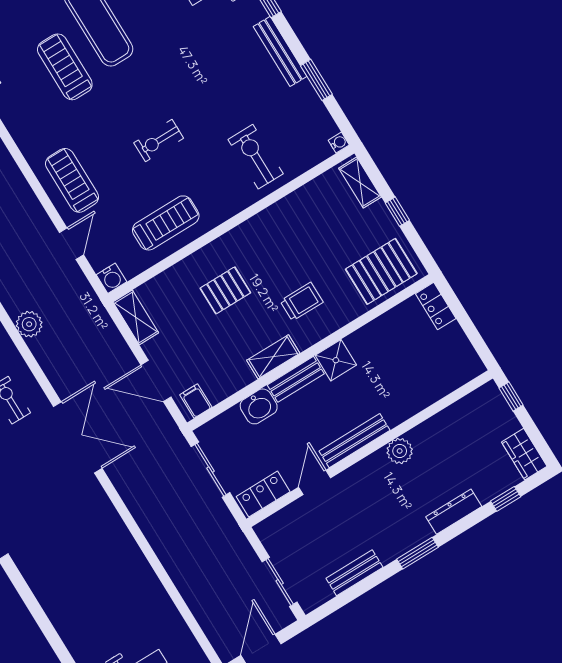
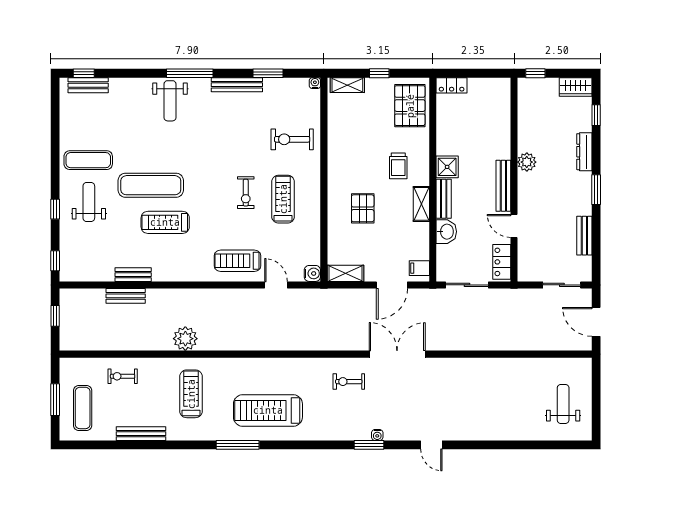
treadmill: (166, 223) -> (283, 199), moved
trolley: (302, 302) -> (398, 166), turned 180
plant: (29, 324) -> (309, 341), removed

